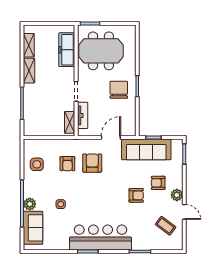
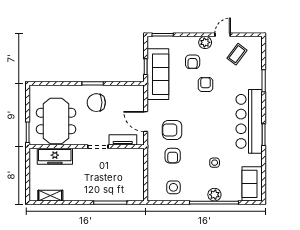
shelving: (29, 71) -> (76, 195), removed
shelving: (70, 122) -> (130, 153), removed
door: (111, 137) -> (146, 121), moved
armchair: (67, 164) -> (173, 156), turned 90
sofa: (33, 228) -> (252, 184), moved, turned -90

